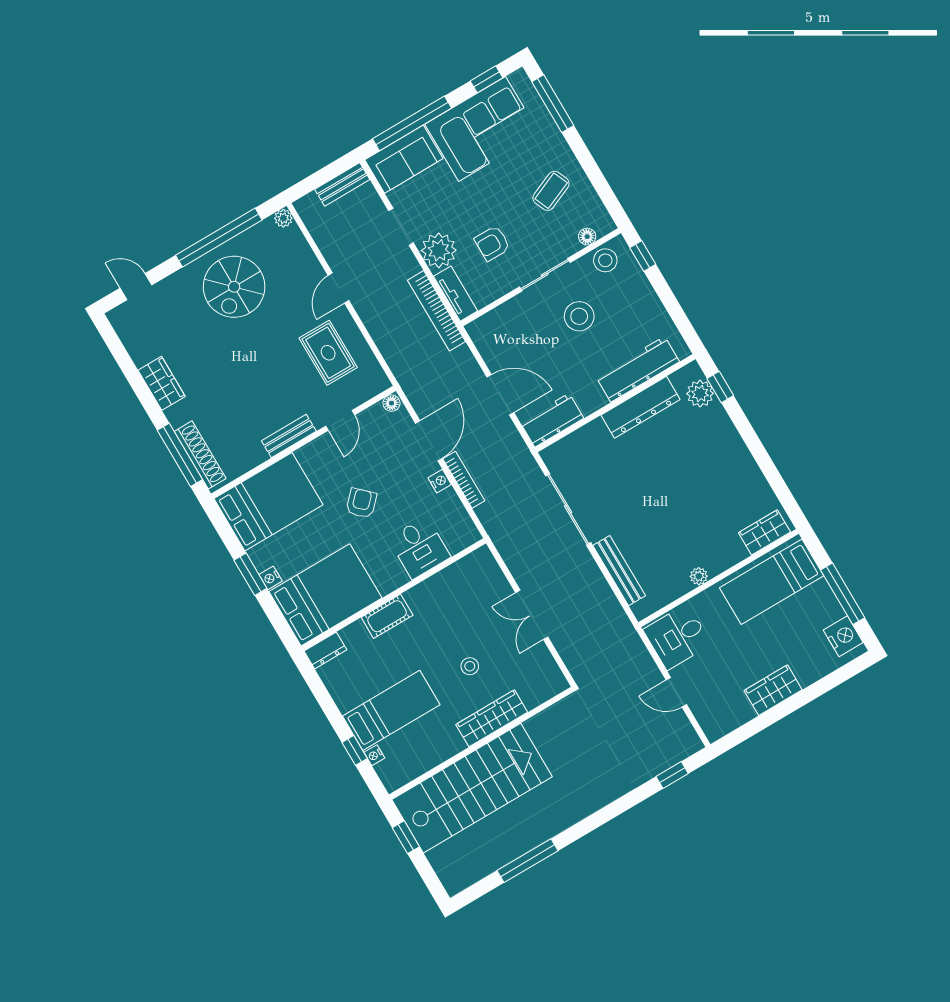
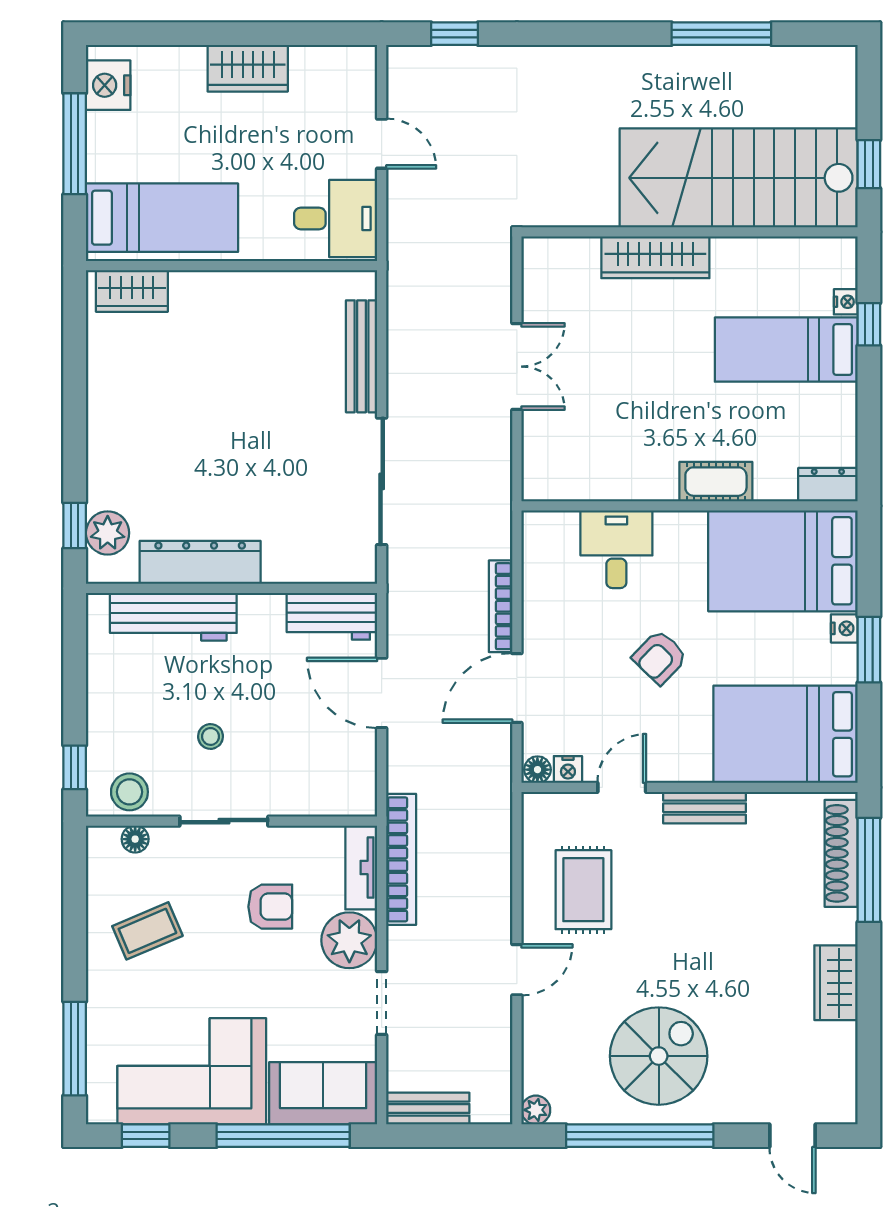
stool: (579, 316) -> (211, 736), width x0.53, depth x0.53
nightstand: (440, 481) -> (568, 769), moved, turned -90
plant: (699, 576) -> (257, 284), removed
stool: (470, 666) -> (643, 346), removed

